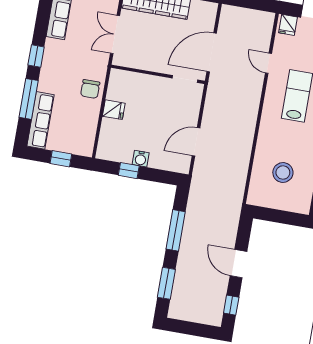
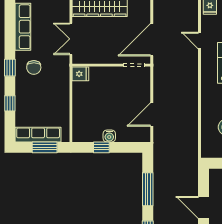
chair: (90, 89) -> (34, 67), moved
window: (29, 99) -> (10, 103), width x0.46
fridge: (114, 110) -> (80, 74), moved
row of seats: (41, 120) -> (38, 135), moved, turned -90
window: (61, 159) -> (45, 147), width x1.50

